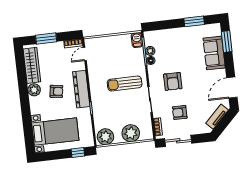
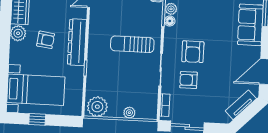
armchair: (180, 112) -> (189, 80), moved
plant: (131, 133) -> (129, 113), width x0.53, depth x0.53
window: (78, 152) -> (37, 119), moved

